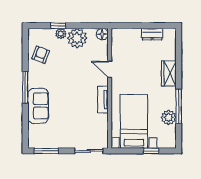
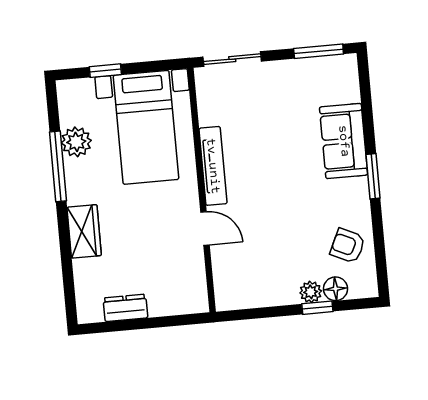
floor lamp: (102, 34) -> (336, 289), moved
plant: (77, 38) -> (277, 286), removed
armchair: (41, 55) -> (348, 246), turned 94
window: (25, 87) -> (373, 176), width x0.69
tv unit: (103, 100) -> (213, 166), width x1.41

